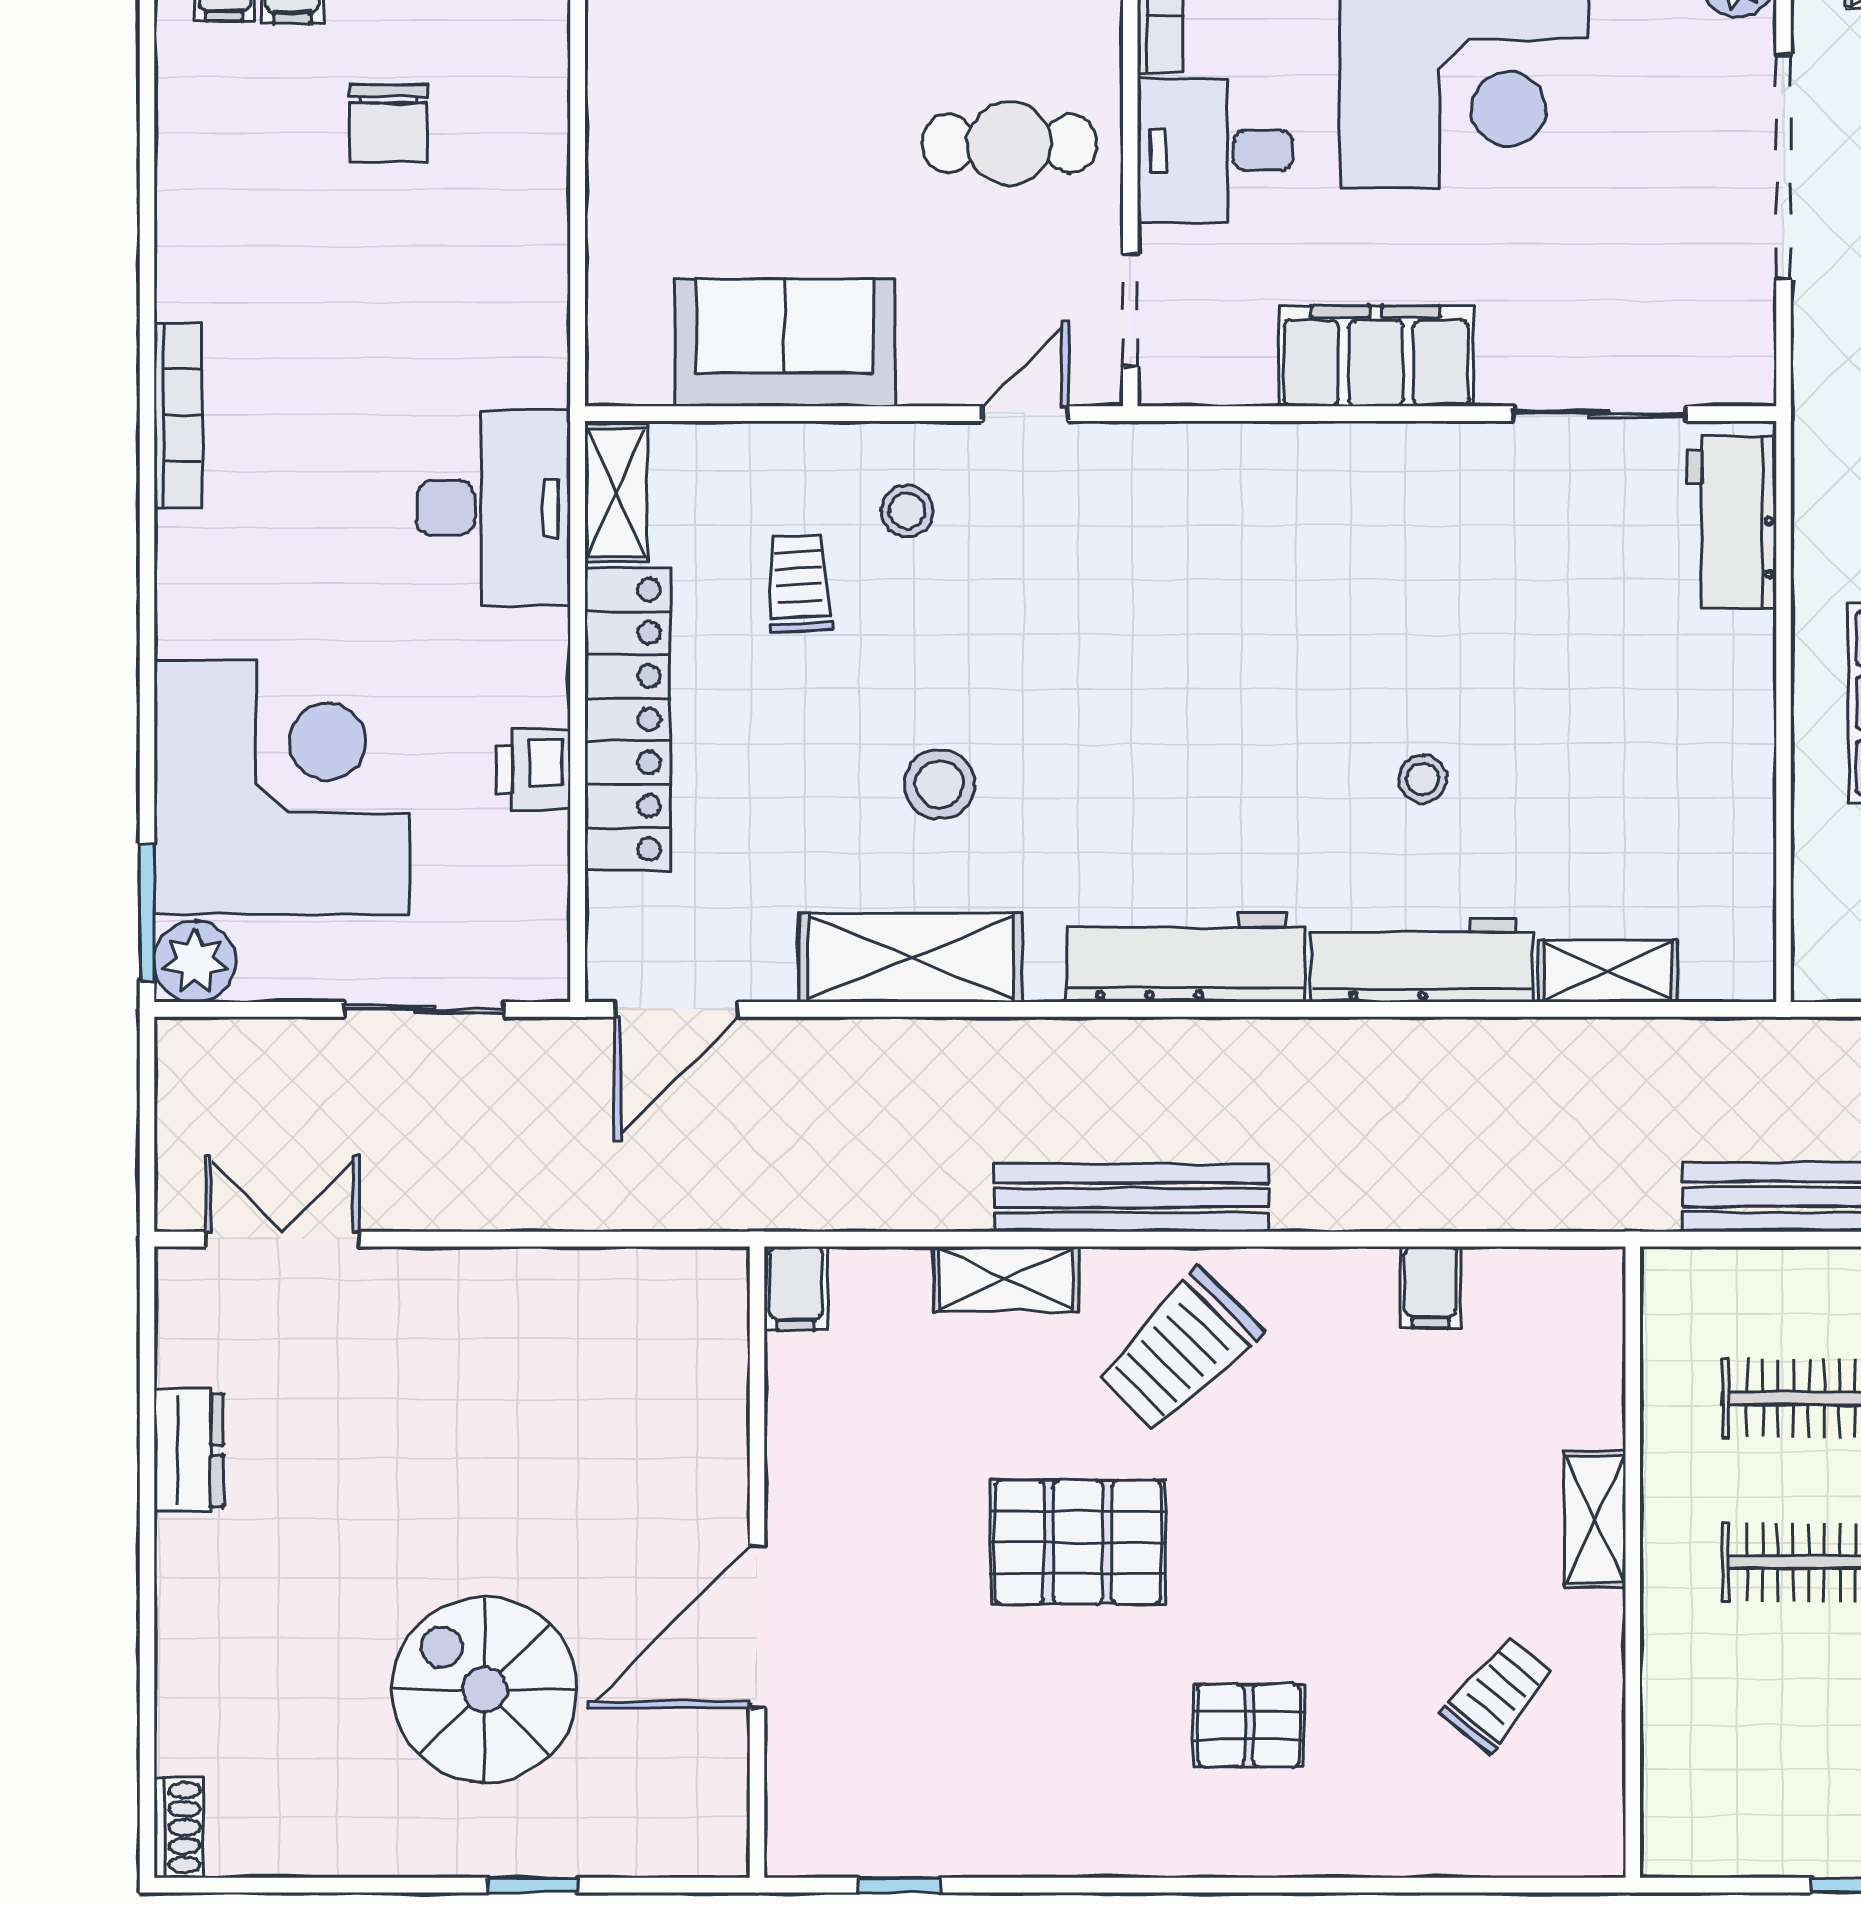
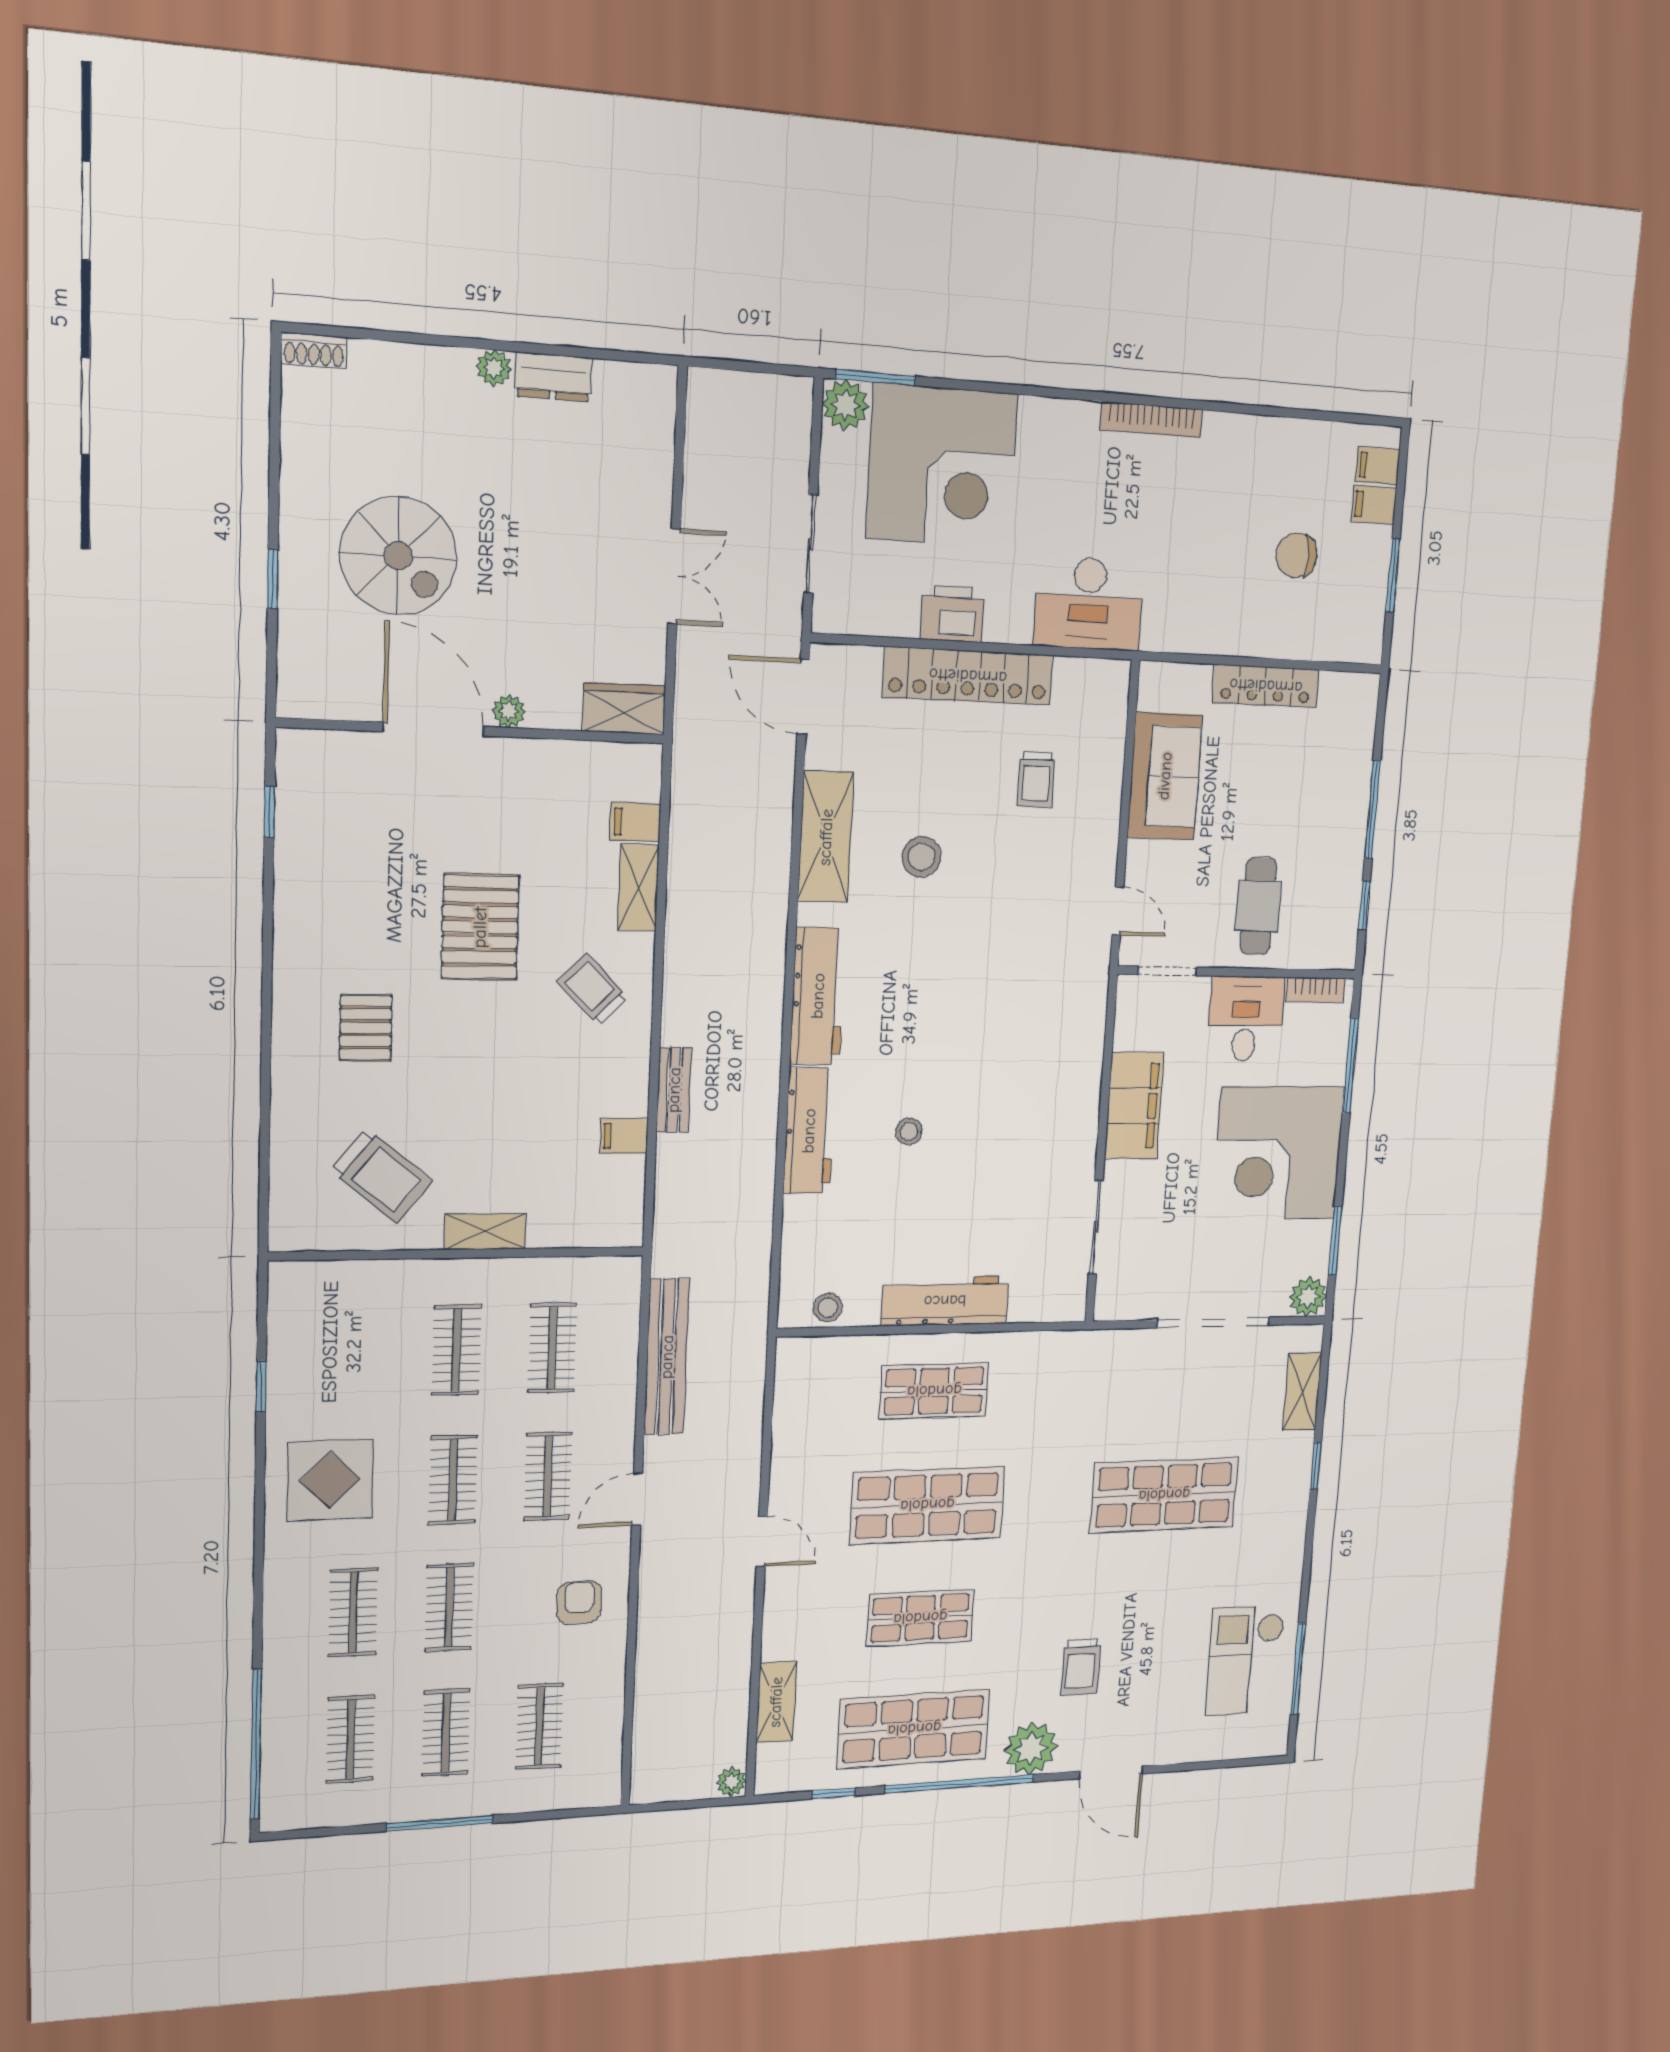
locker: (618, 163) -> (1266, 686), added
shelving: (616, 493) -> (1092, 675), removed
stool: (907, 511) -> (828, 1307), moved
workbench: (1732, 522) -> (945, 1301), moved, width x1.38
trolley: (799, 583) -> (1036, 779), turned 93
printer: (534, 770) -> (952, 614), width x1.36, depth x1.24
shelving: (1608, 971) -> (798, 1235), removed
bench: (1131, 1198) -> (674, 1090), moved, width x0.54, depth x0.82
double door: (283, 1239) -> (674, 576), moved
filing cabinet: (796, 1288) -> (635, 822), moved
wardrobe: (710, 1315) -> (624, 709), added
trolley: (1179, 1351) -> (592, 989), width x0.73, depth x0.72
plant: (723, 1505) -> (509, 711), added
plant: (182, 1545) -> (494, 368), added
spiral stairs: (485, 1690) -> (398, 556), turned 90
trolley: (1498, 1694) -> (382, 1176), width x1.36, depth x1.39

